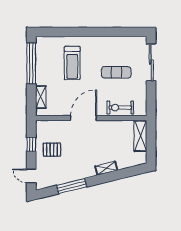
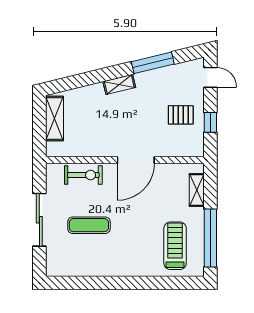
sliding door: (151, 62) -> (39, 220), moved
treadmill: (72, 63) -> (175, 246), moved
shelving: (140, 136) -> (55, 118), moved
shelving: (106, 168) -> (119, 84), moved

